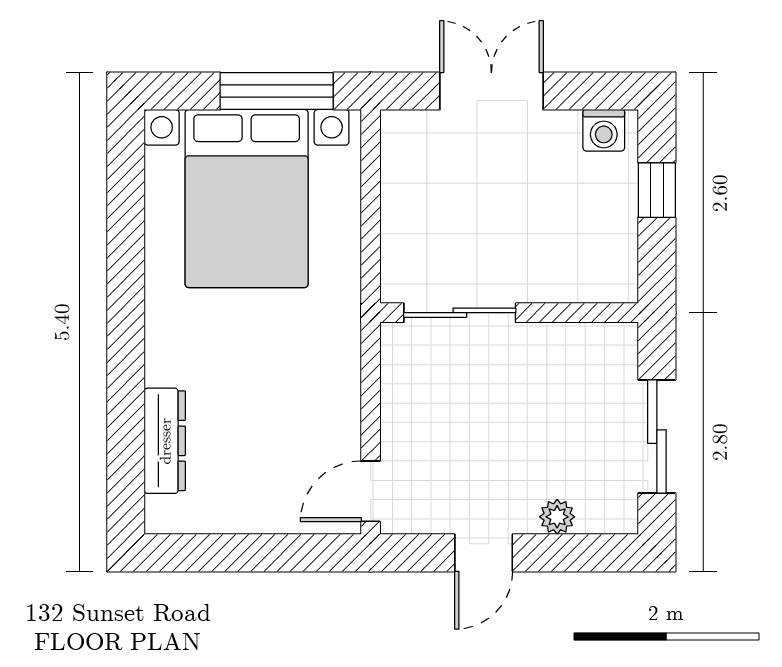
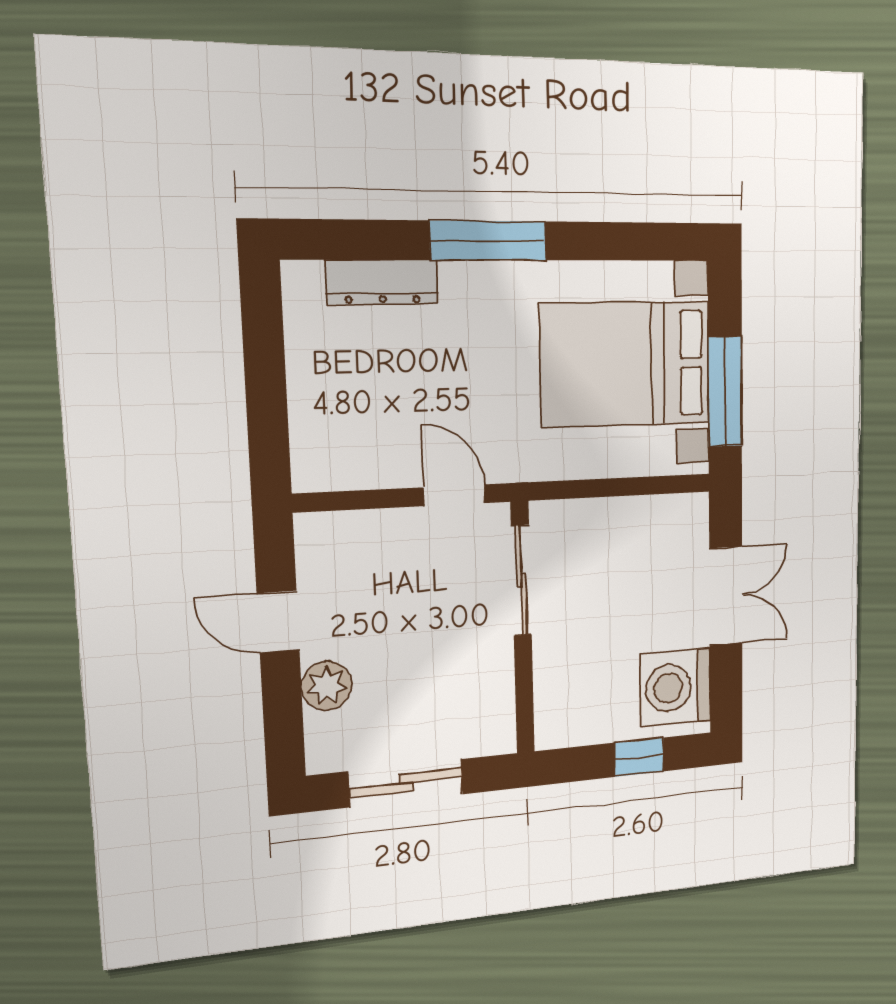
washing machine: (604, 130) -> (675, 687), width x1.89, depth x1.89
window: (126, 337) -> (488, 241), added
door: (371, 491) -> (454, 495), moved
plant: (557, 517) -> (327, 686), width x1.38, depth x1.38

